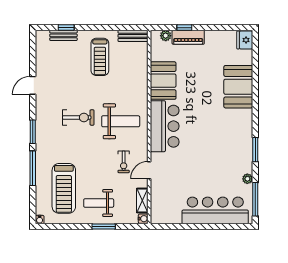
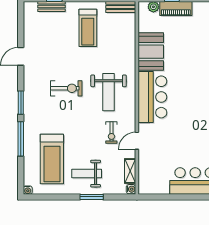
weight bench: (121, 121) -> (109, 92), turned 90

